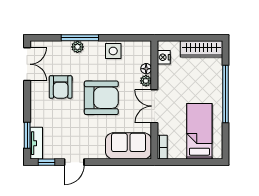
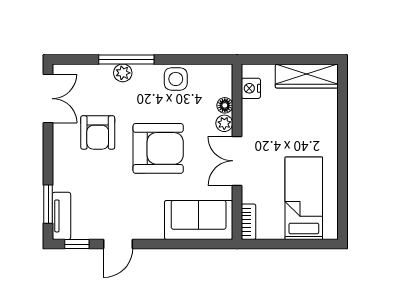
window: (225, 94) -> (343, 143), removed

